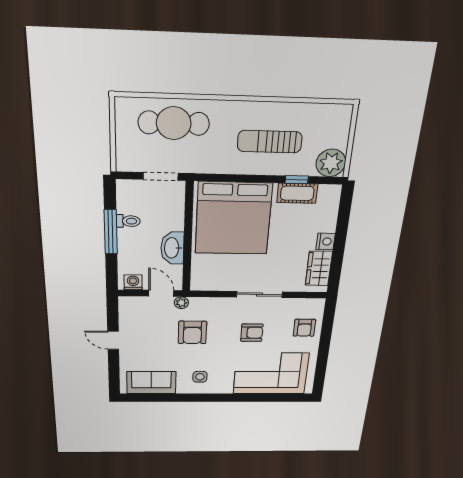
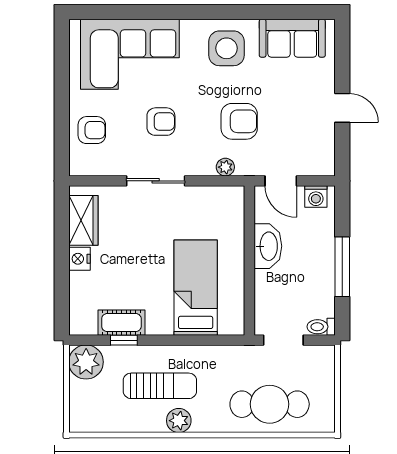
plant: (256, 112) -> (179, 421), added
bed: (233, 219) -> (196, 288), width x0.49
toilet: (128, 221) -> (321, 327), moved
plant: (181, 303) -> (225, 167), moved
armchair: (304, 328) -> (92, 130), turned 90
armchair: (192, 332) -> (239, 121), turned 90
armchair: (252, 333) -> (161, 122), turned 180
side table: (200, 377) -> (227, 48), width x1.87, depth x1.87

